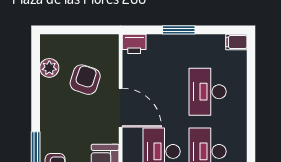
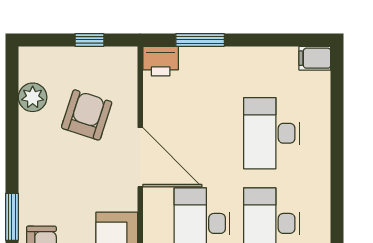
window: (87, 30) -> (89, 40), added
window: (179, 30) -> (200, 40), moved

